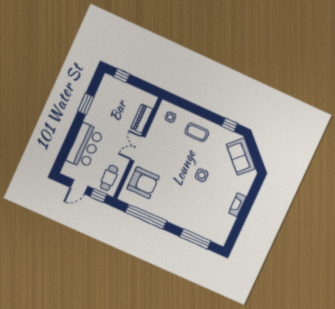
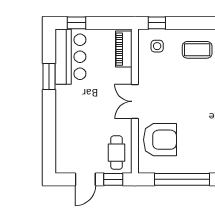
window: (178, 101) -> (157, 23), added
piano: (142, 119) -> (124, 49), moved
bar counter: (85, 146) -> (70, 57), moved

